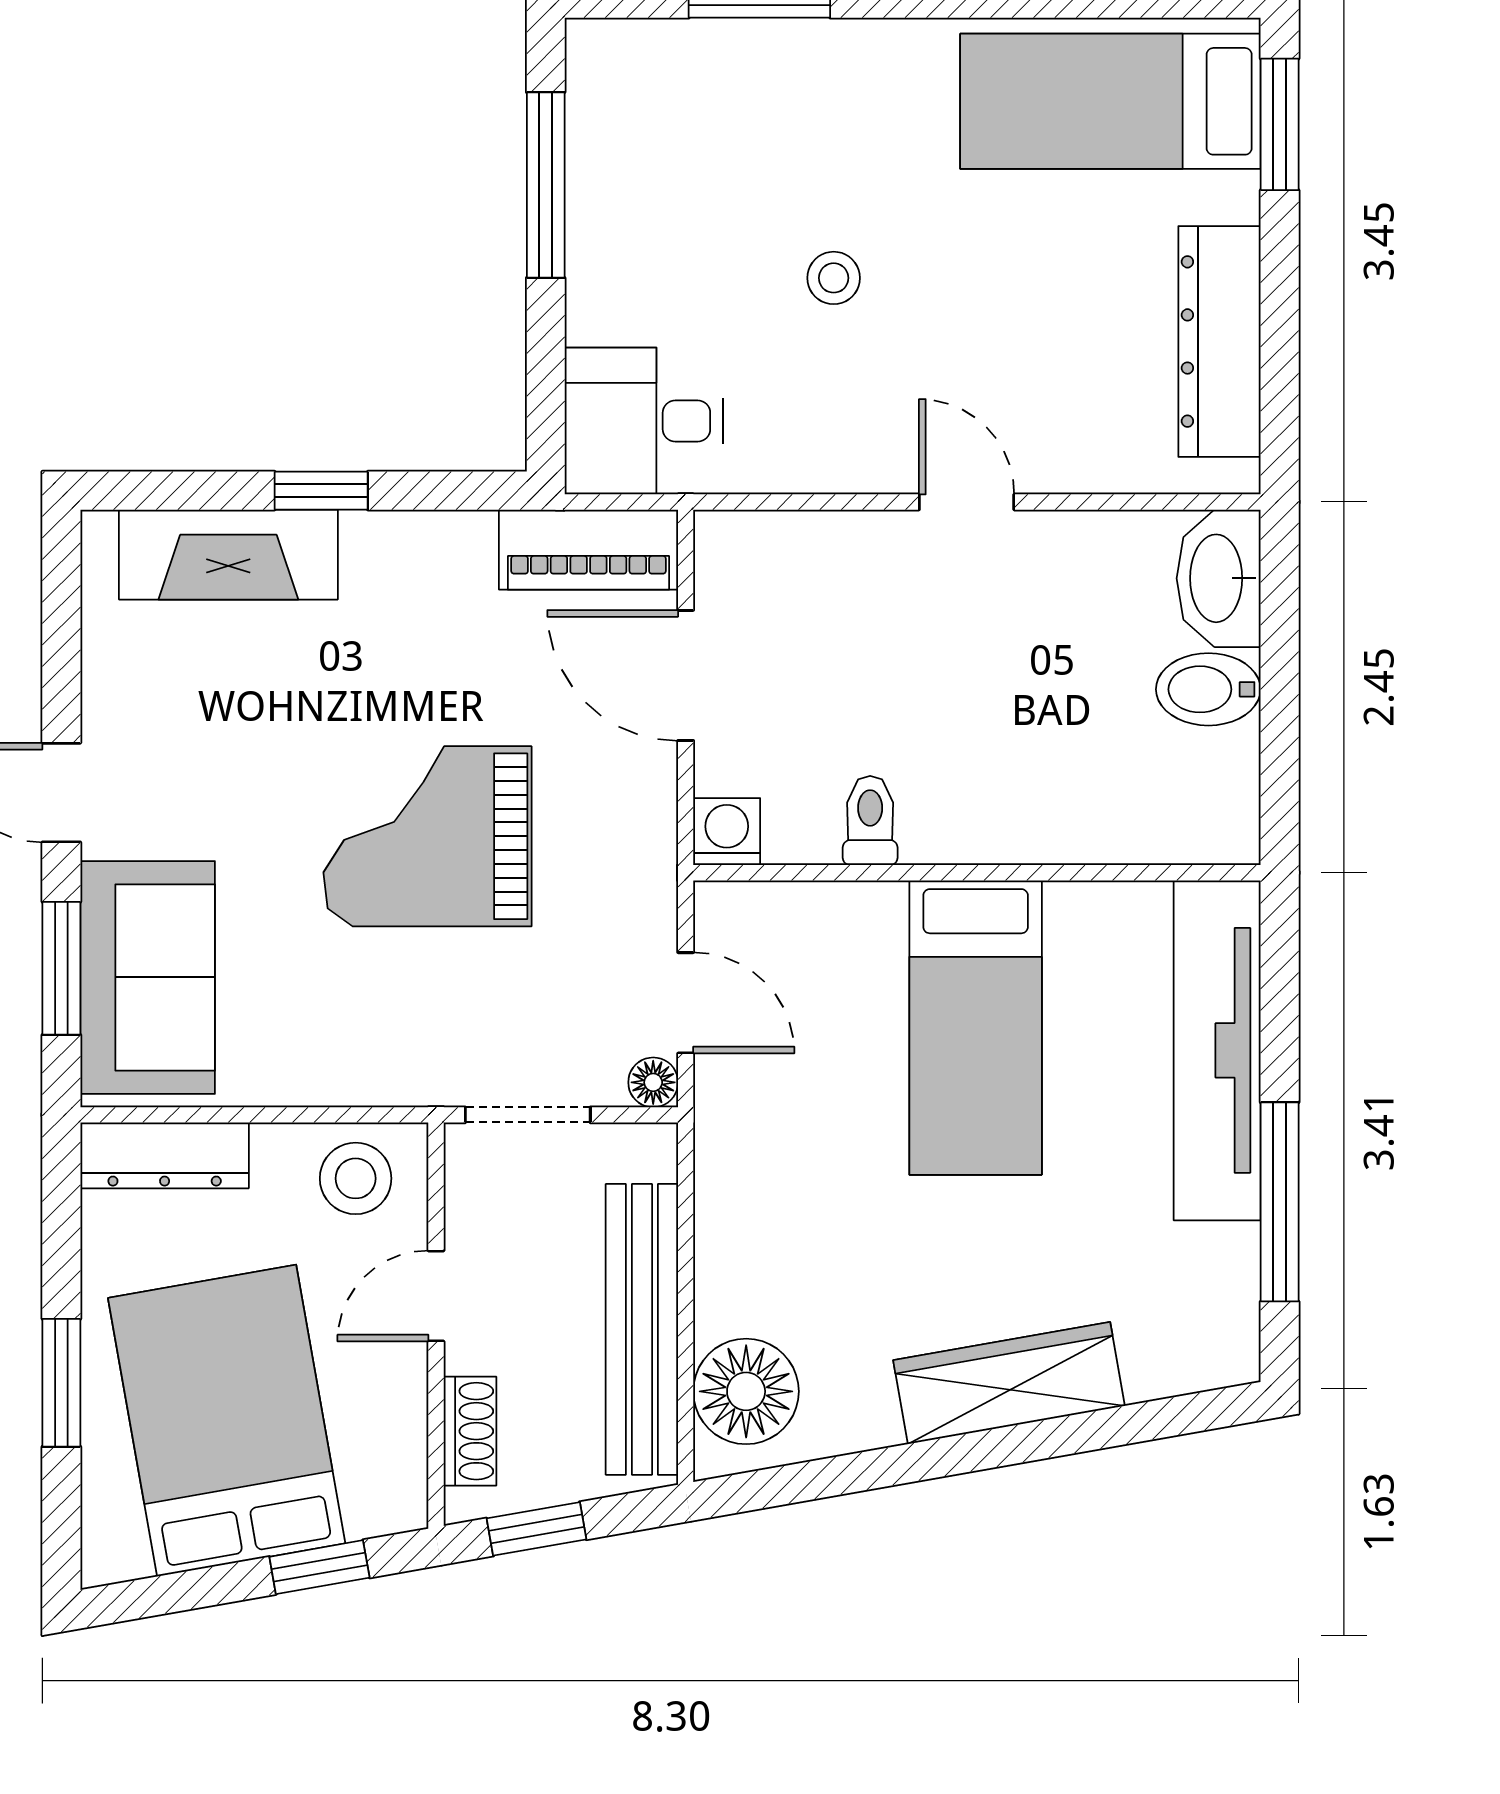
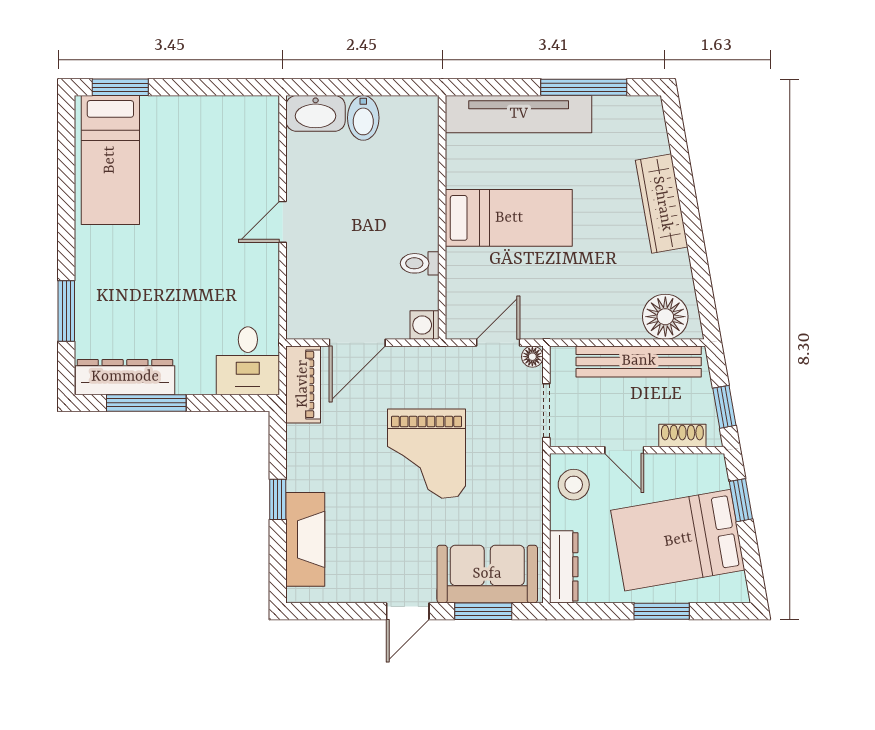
stool: (834, 278) -> (186, 279), removed
dresser: (1220, 341) -> (125, 377), moved, turned 180

